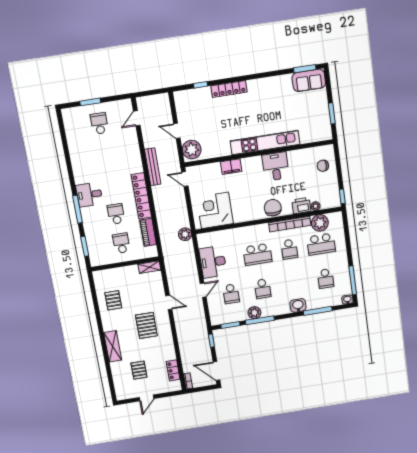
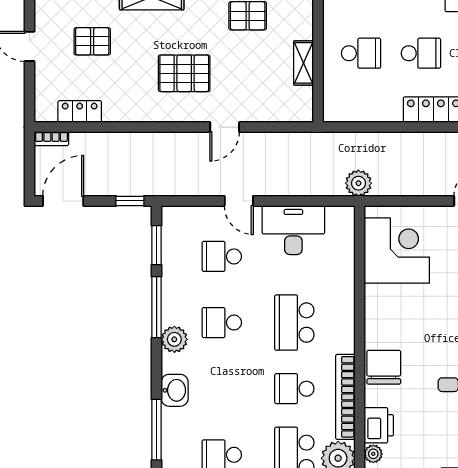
chair: (273, 208) -> (384, 367), turned -90
piano: (148, 232) -> (374, 110), removed
shelving: (149, 267) -> (304, 63), moved
plant: (254, 313) -> (174, 339), moved

